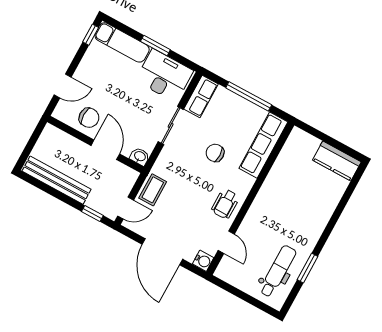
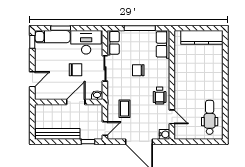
window: (155, 46) -> (61, 28), moved
chair: (89, 118) -> (76, 70), moved
row of seats: (263, 145) -> (163, 44), width x0.68
door: (105, 150) -> (76, 102), hinge flipped
kitchen counter: (337, 161) -> (202, 37), width x1.50
coffee table: (153, 190) -> (125, 109), moved
window: (307, 268) -> (225, 107), removed

